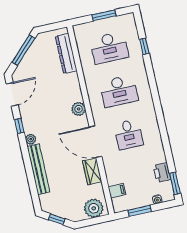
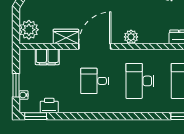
filing cabinet: (117, 191) -> (47, 57), width x2.00
window: (140, 211) -> (16, 85), moved

